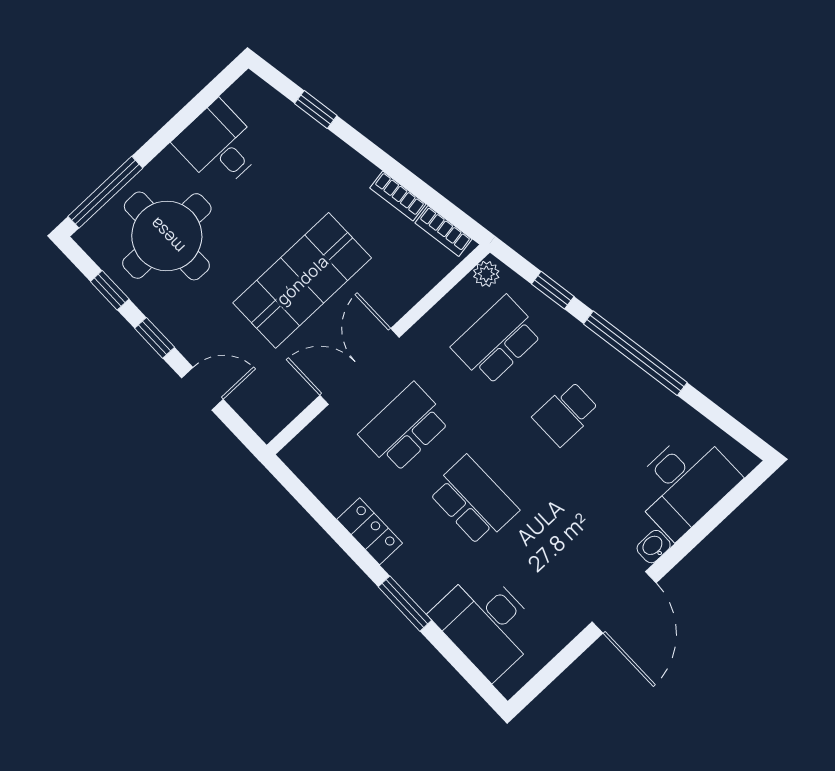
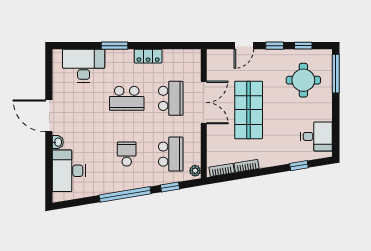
desk: (219, 146) -> (316, 136), moved
round table: (167, 236) -> (303, 80), width x0.73, depth x0.73

